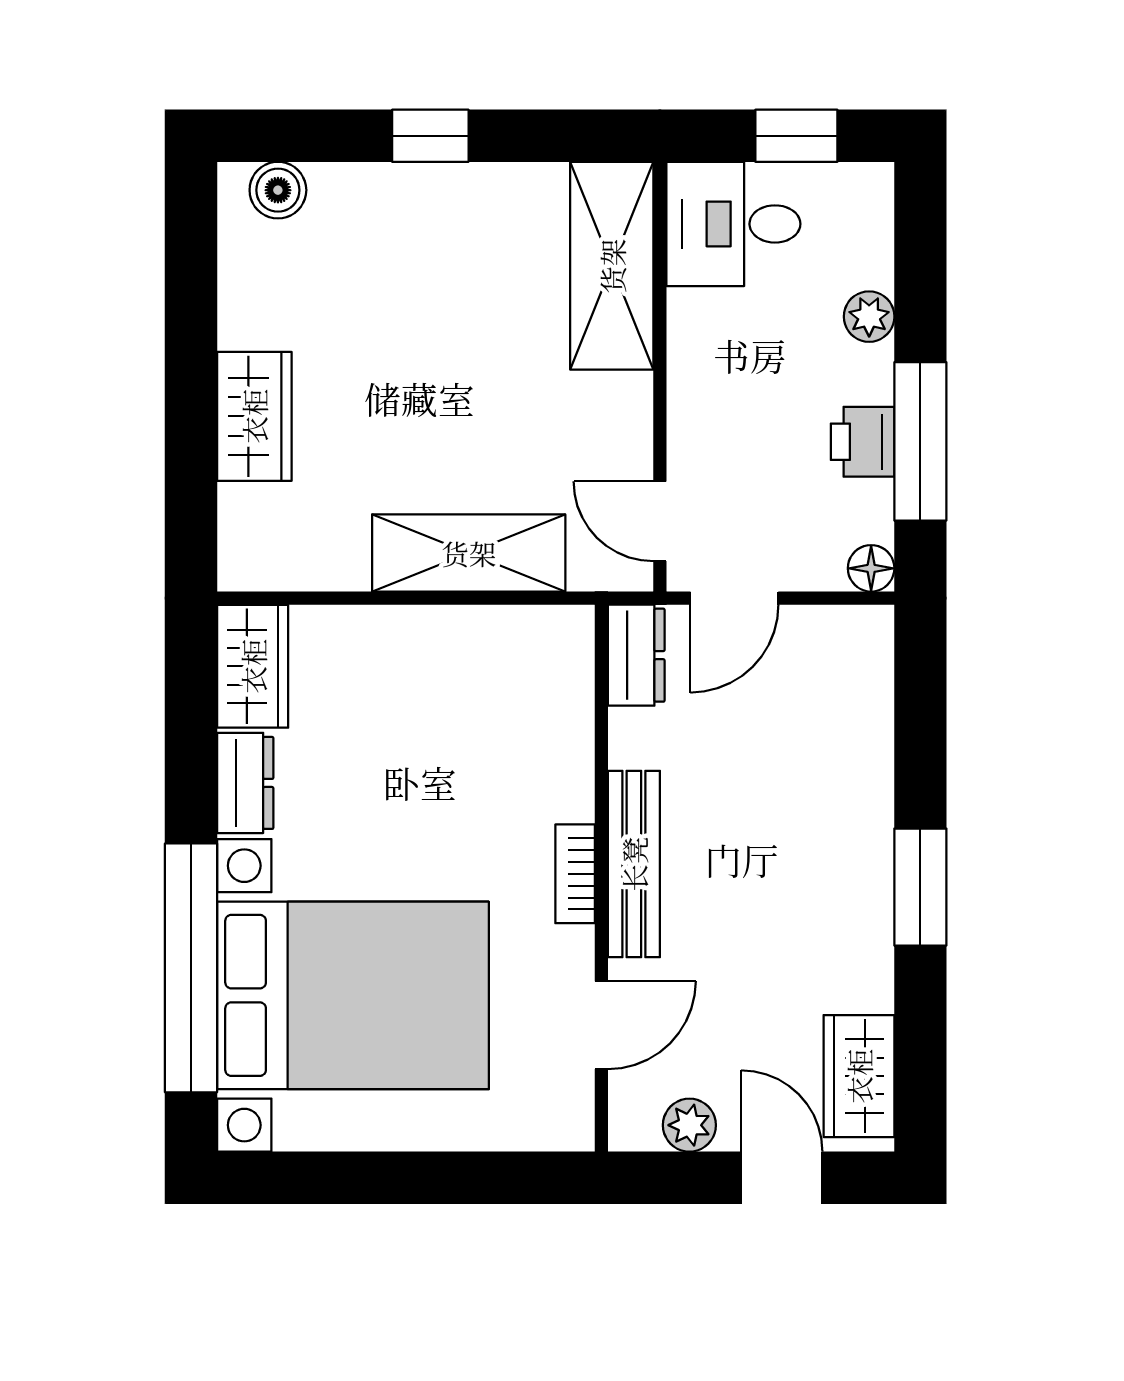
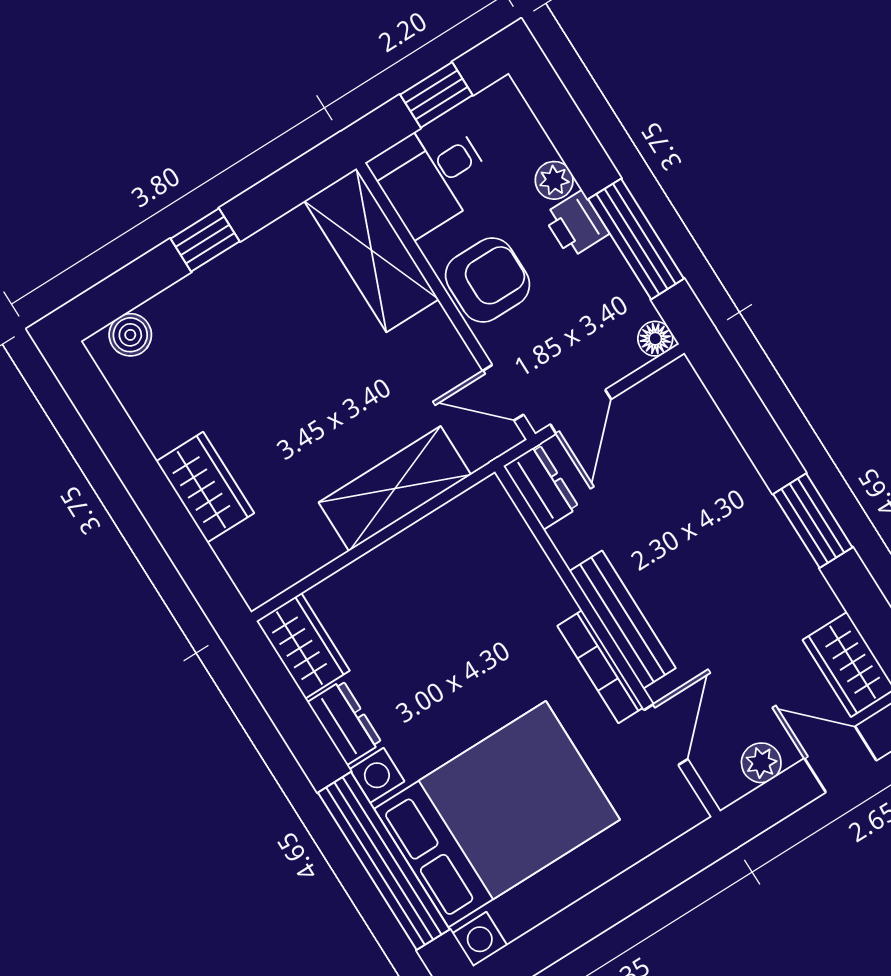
armchair: (723, 382) -> (488, 280), added
printer: (863, 442) -> (576, 224), moved
bookcase: (575, 874) -> (600, 667), width x1.56

